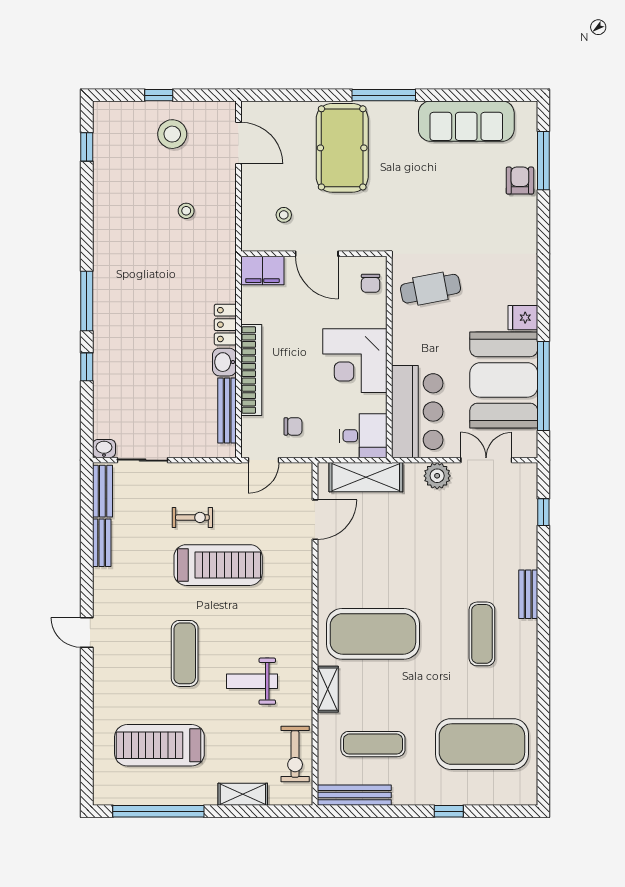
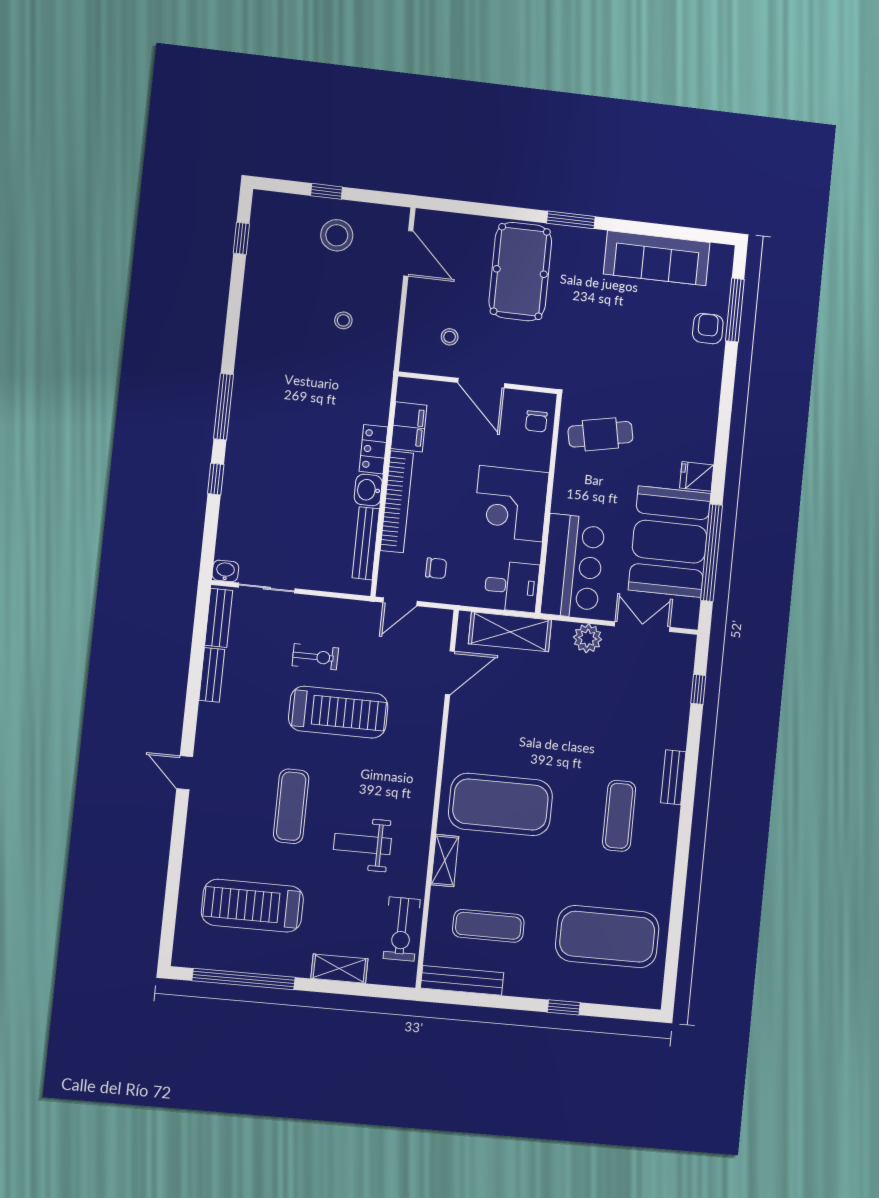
window: (384, 95) -> (571, 220), width x0.69
filing cabinet: (262, 270) -> (409, 427), moved, turned -90

